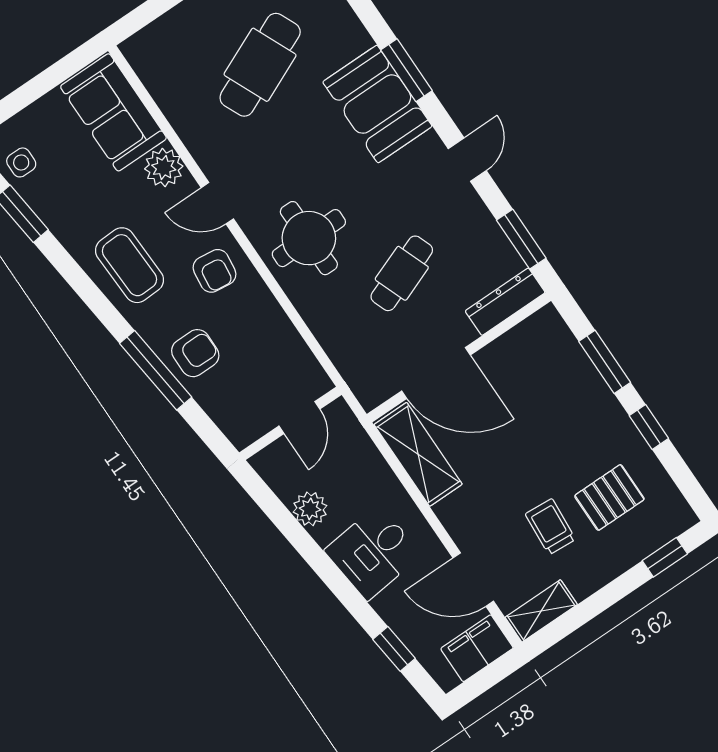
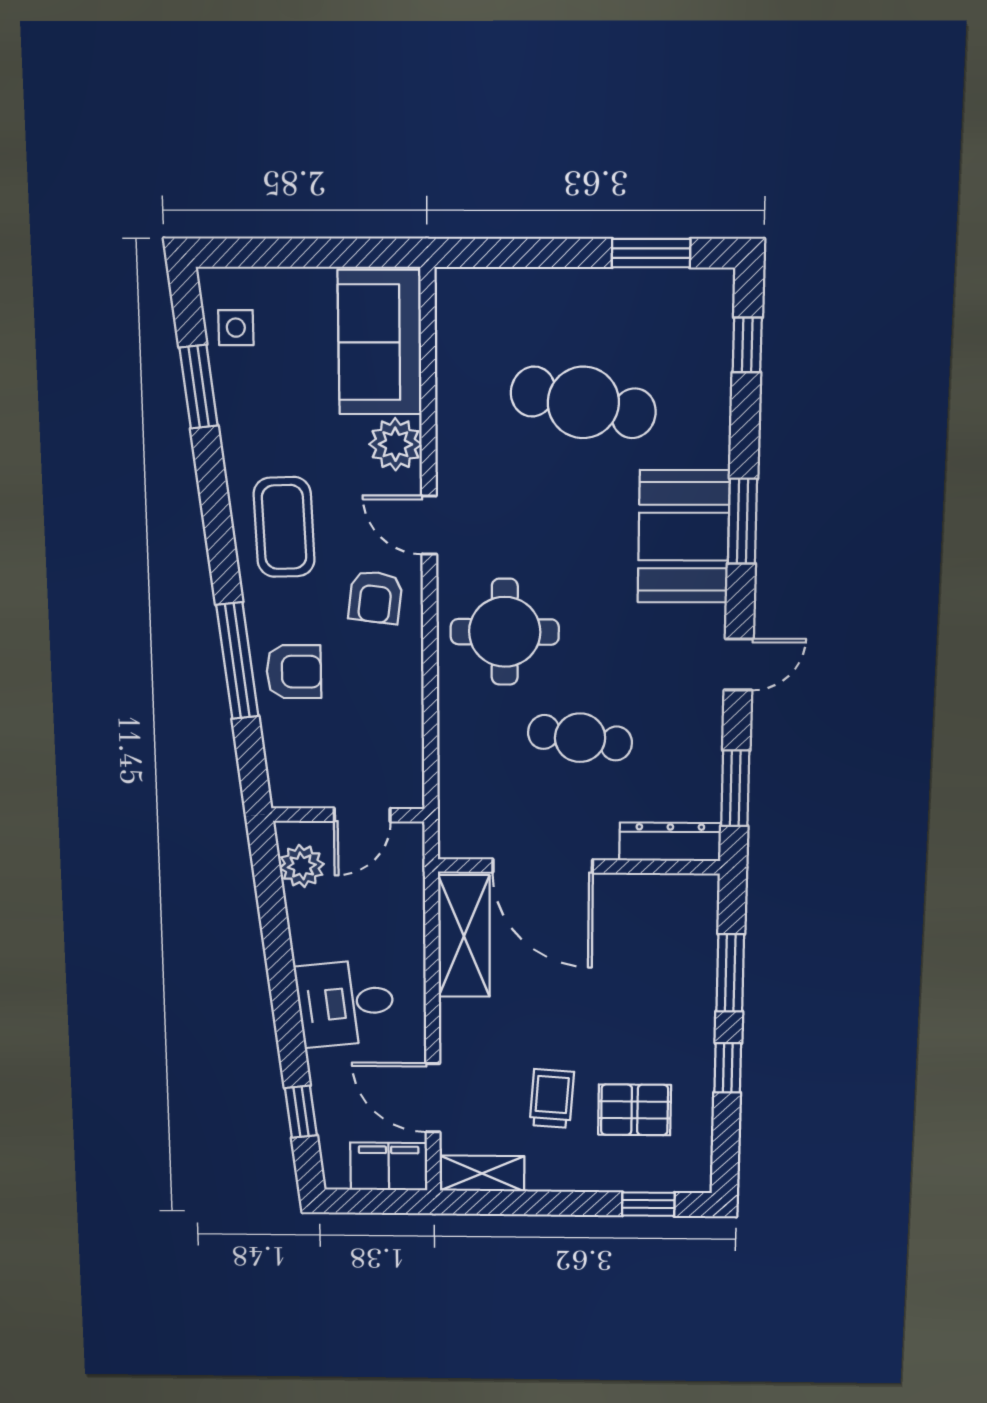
cafe table: (260, 65) -> (583, 402), turned 36
cafe table: (402, 273) -> (580, 738), turned 30
plant: (310, 509) -> (302, 866), moved

